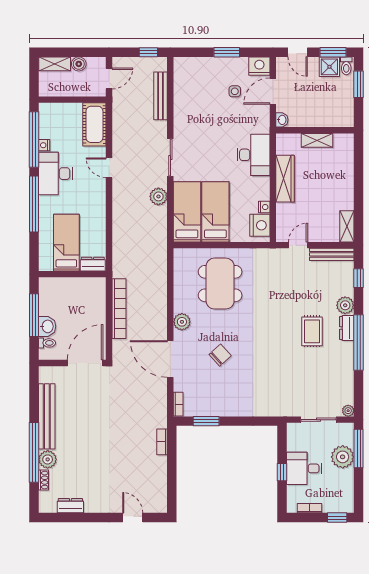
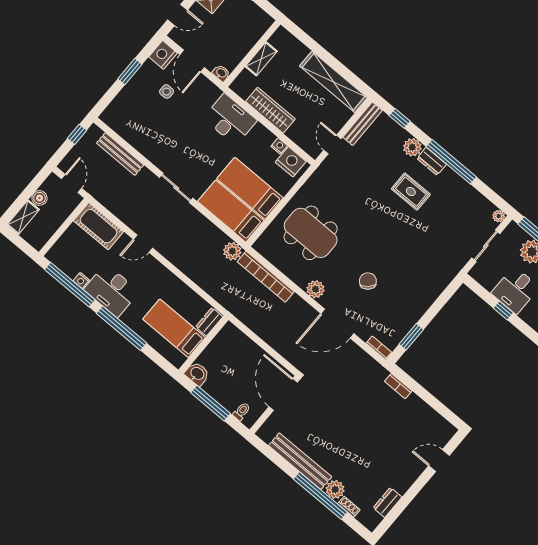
plant: (158, 196) -> (232, 251), moved
shelving: (347, 226) -> (334, 82), width x2.20, depth x1.33
bookcase: (119, 309) -> (266, 277), moved, turned 180
washbasin: (47, 326) -> (197, 374), moved

